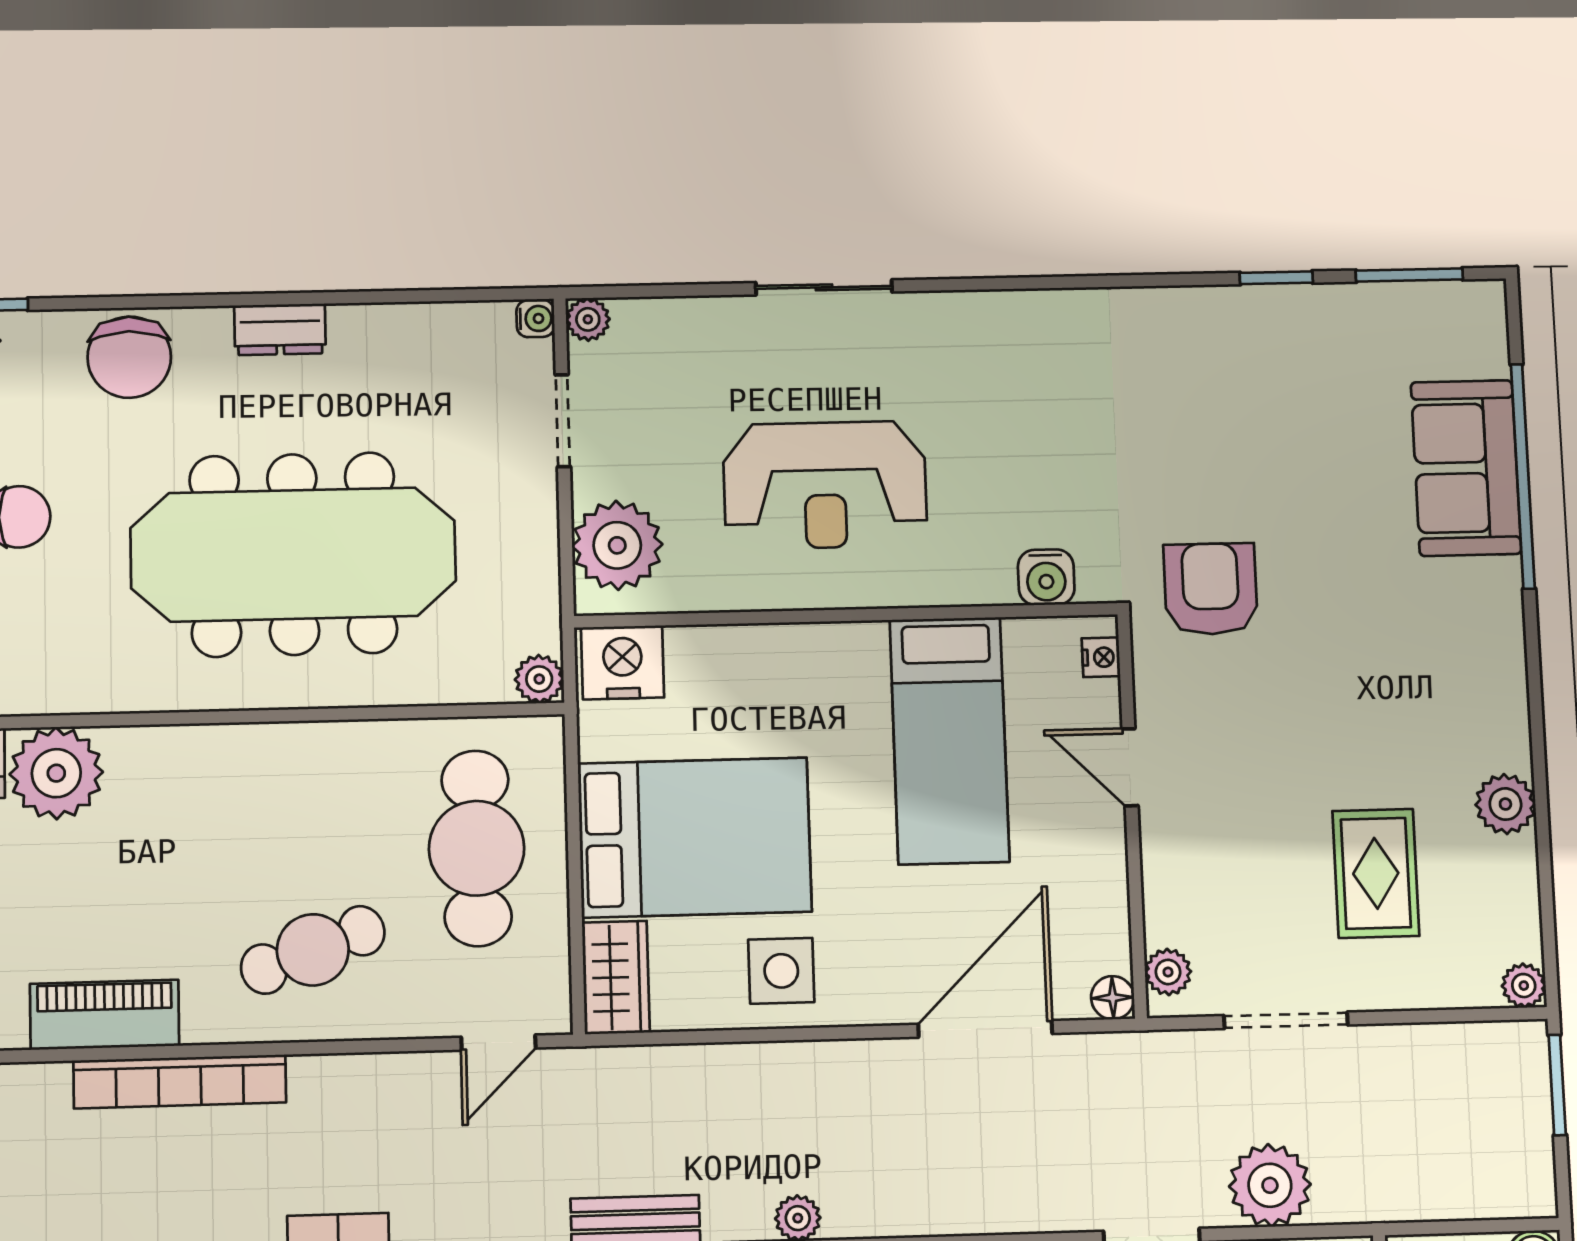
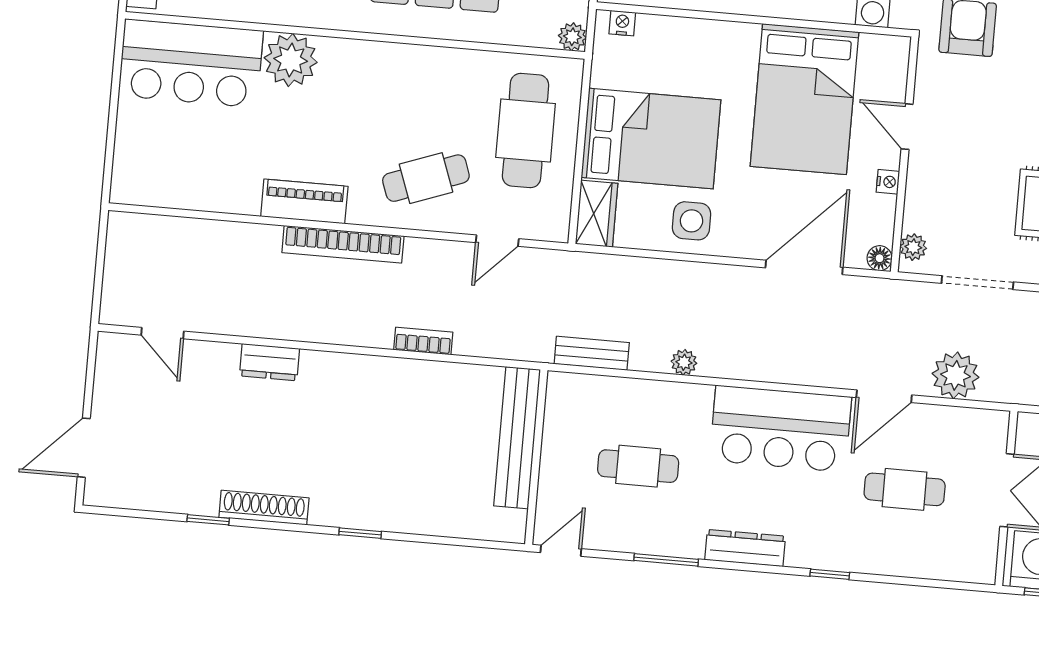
nightstand: (1101, 657) -> (888, 182), moved
nightstand: (623, 662) -> (622, 23), width x0.53, depth x0.56
bed: (949, 740) -> (804, 99), width x1.50
door: (498, 1043) -> (497, 241), moved

